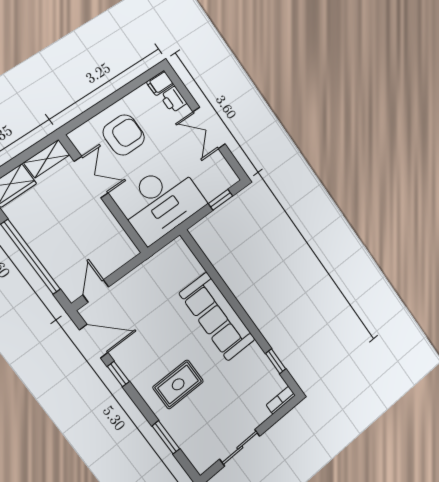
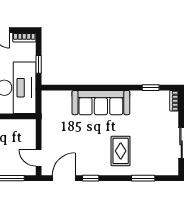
bookcase: (226, 170) -> (24, 37), added
window: (220, 200) -> (39, 64), moved

